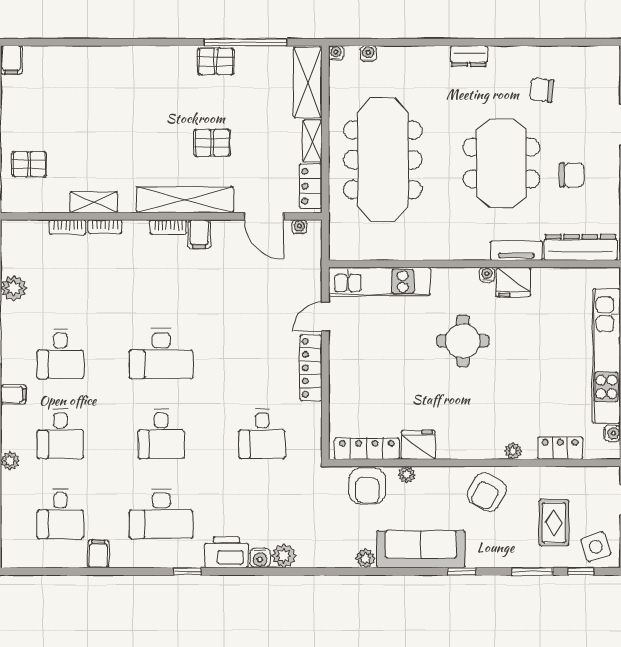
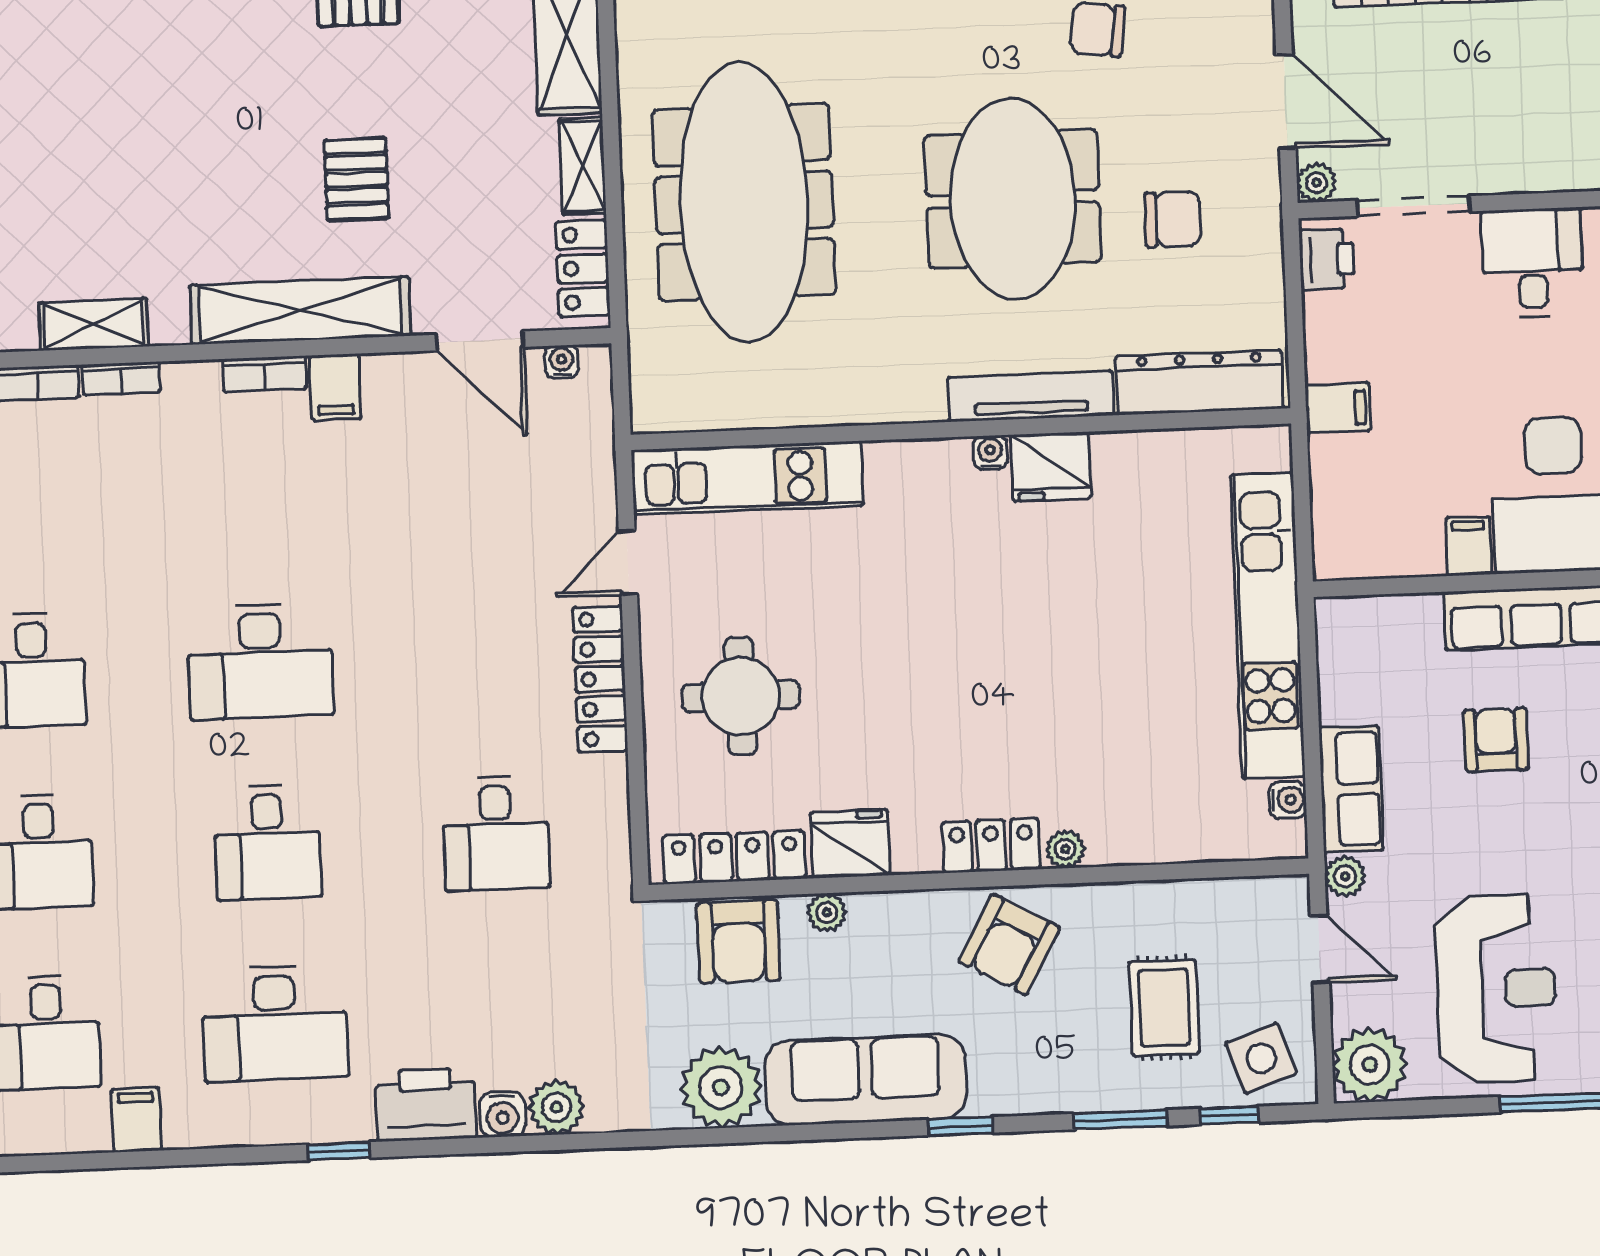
pallet: (212, 143) -> (356, 179), turned 90
tv unit: (516, 251) -> (1031, 396), width x1.41
round table: (463, 341) -> (741, 696), moved
locker: (560, 448) -> (991, 846), moved
plant: (365, 558) -> (721, 1087), width x1.88, depth x1.88

